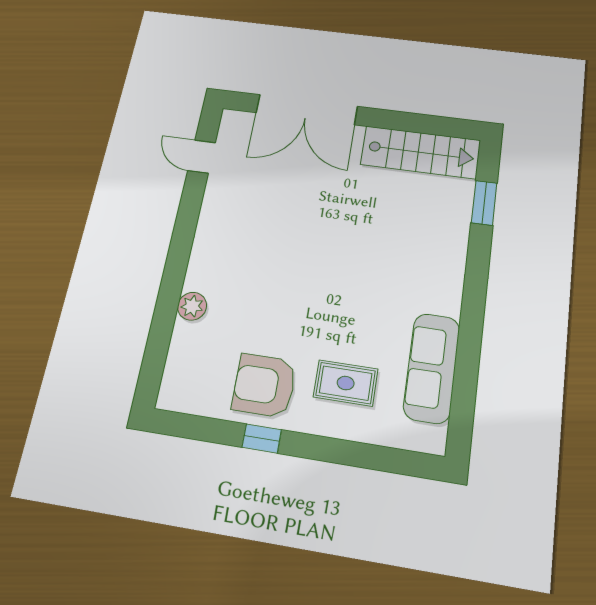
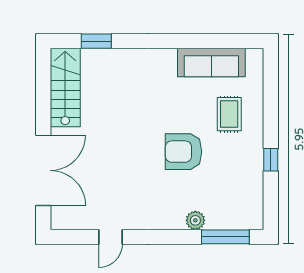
door: (202, 157) -> (110, 237), moved
window: (157, 347) -> (225, 237), added
armchair: (264, 385) -> (184, 152), moved, turned 90

